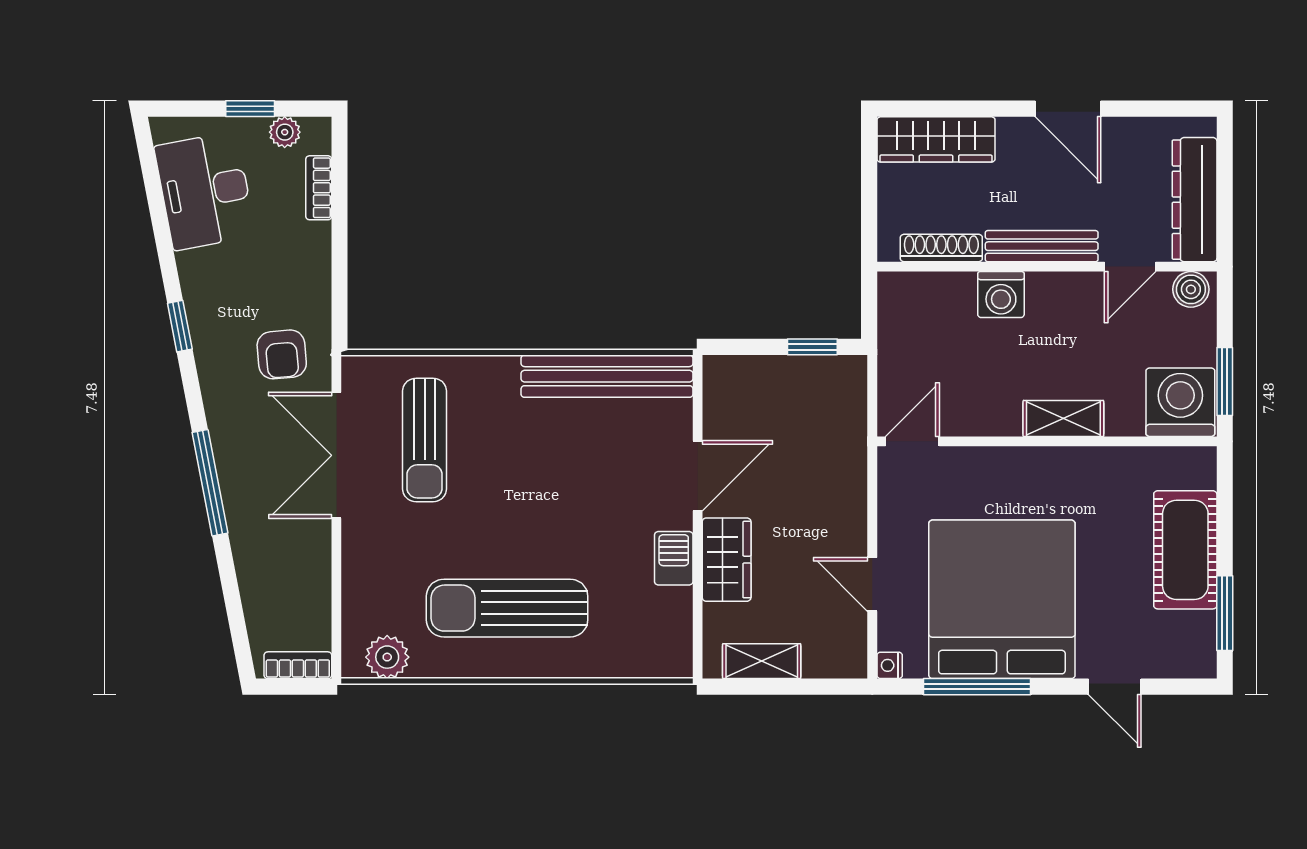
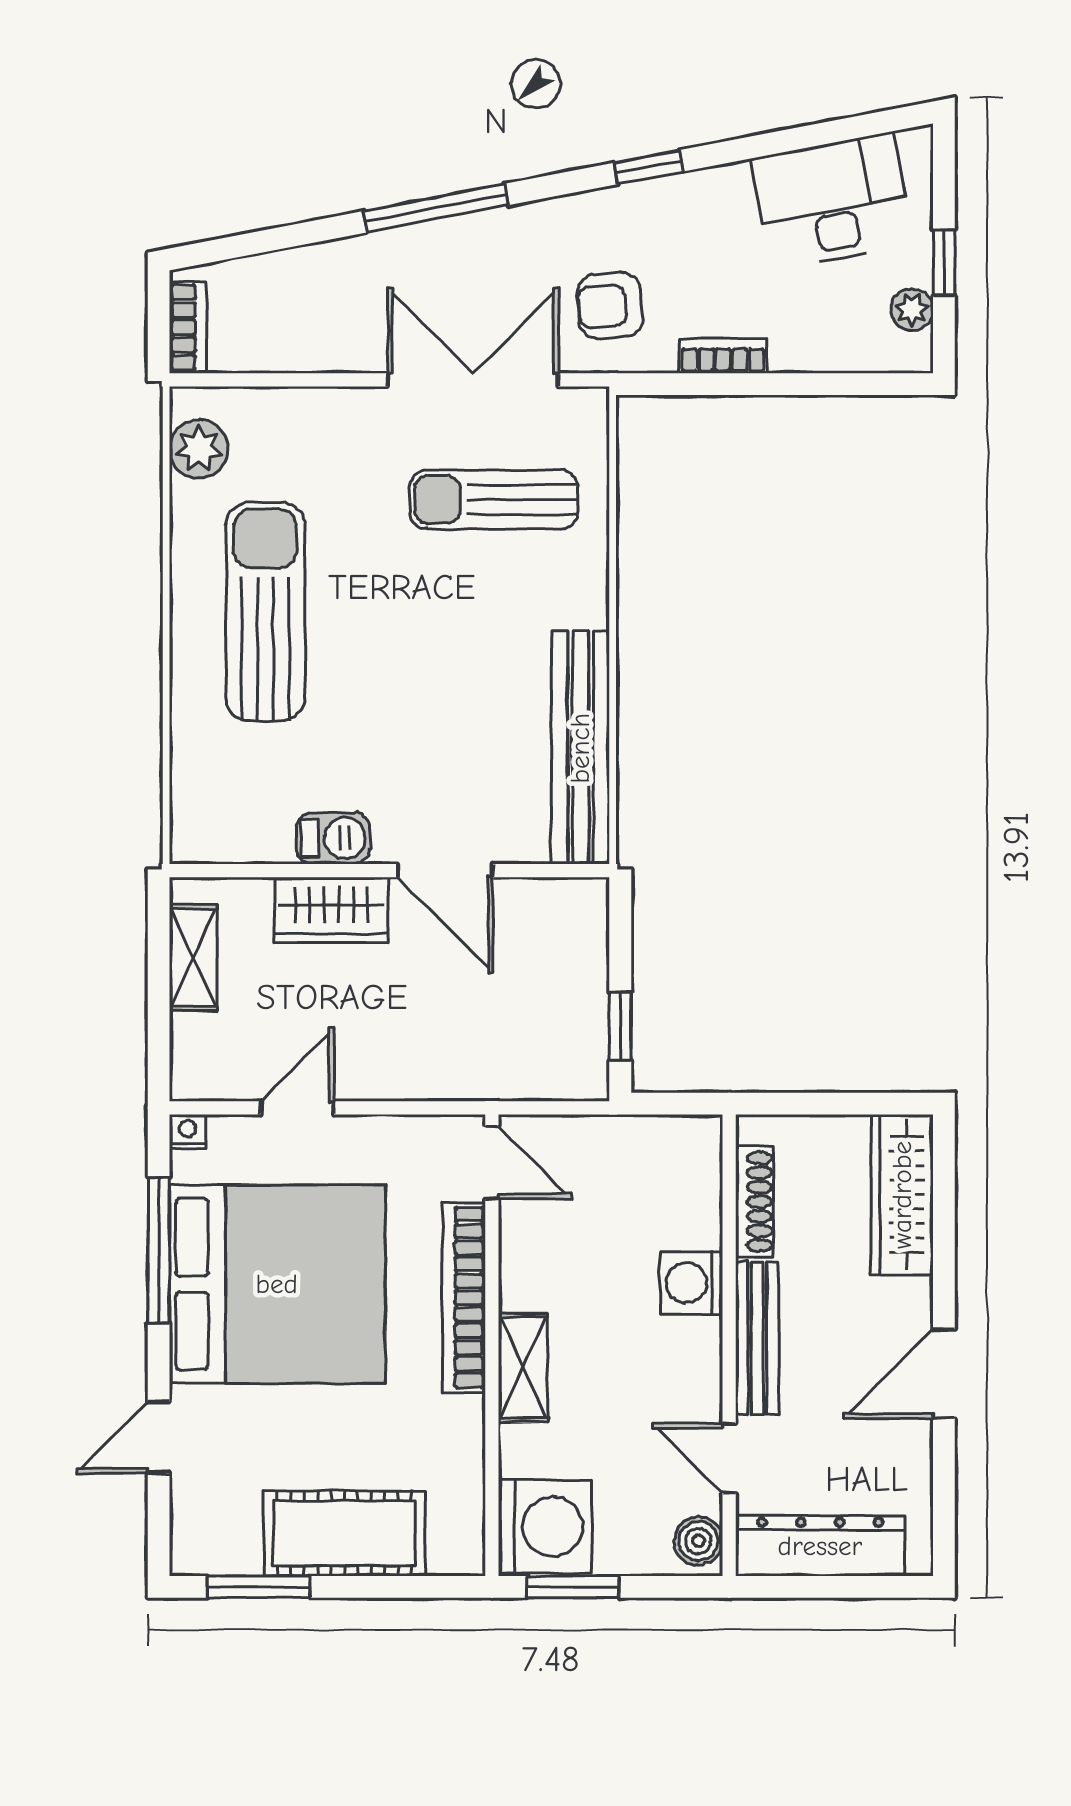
bookcase: (319, 188) -> (723, 356), moved
bookcase: (1012, 462) -> (464, 1297), added

